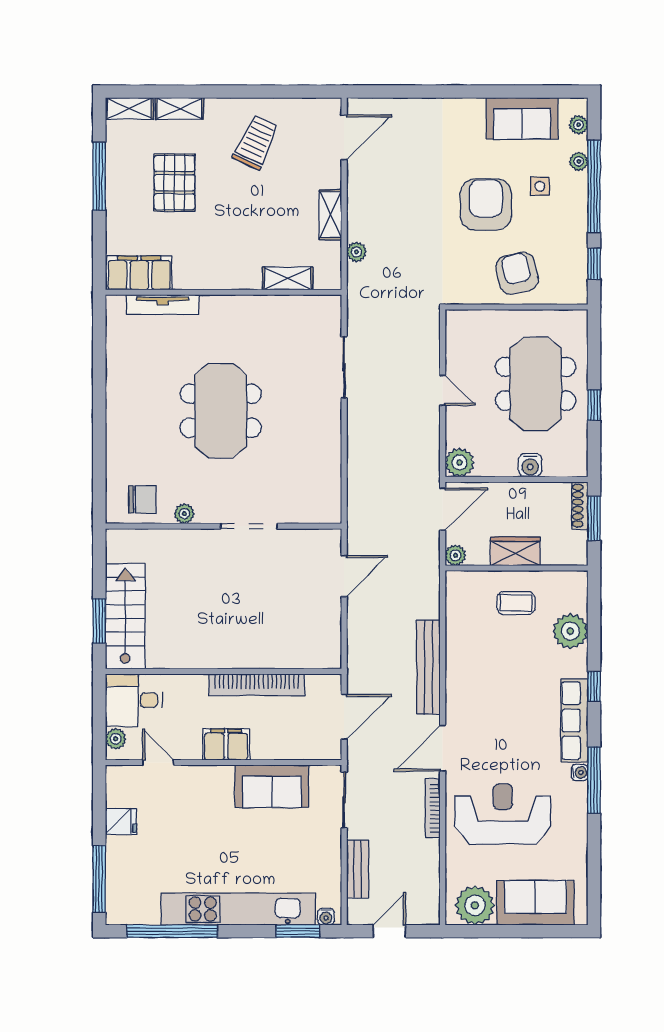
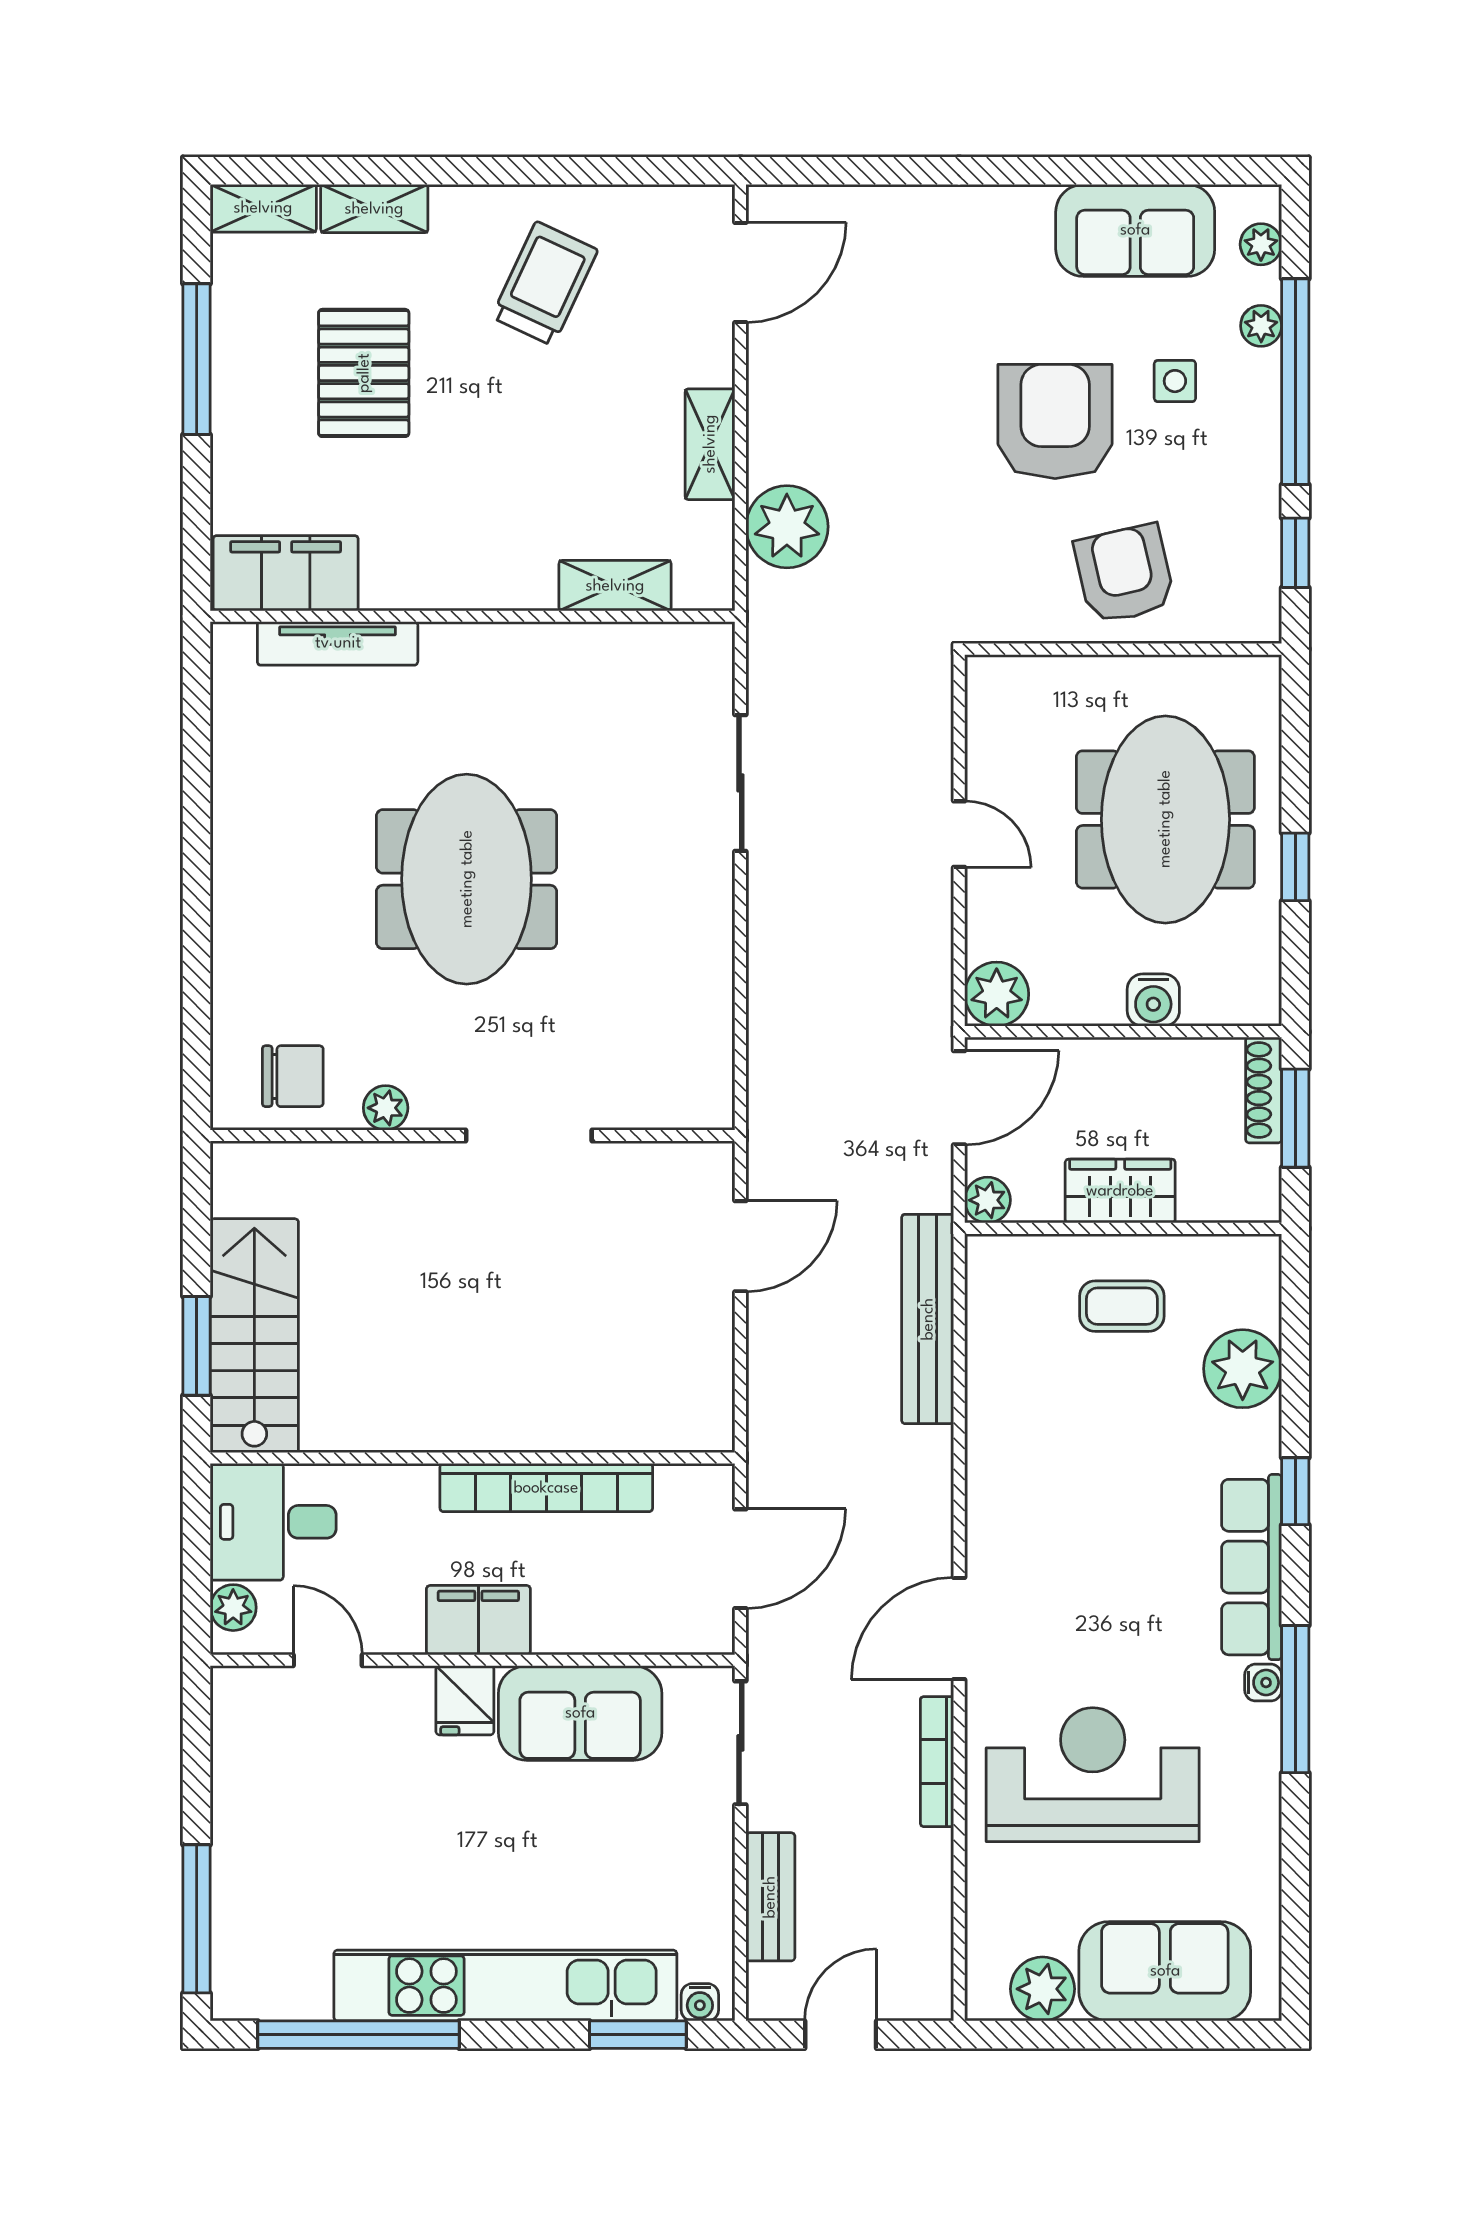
plant: (356, 252) -> (787, 527), width x1.88, depth x1.88
bench: (428, 667) -> (928, 1319), moved
fridge: (121, 821) -> (465, 1700), moved, turned 90
plant: (475, 905) -> (1042, 1989), width x0.73, depth x0.73

